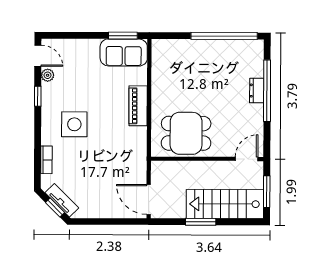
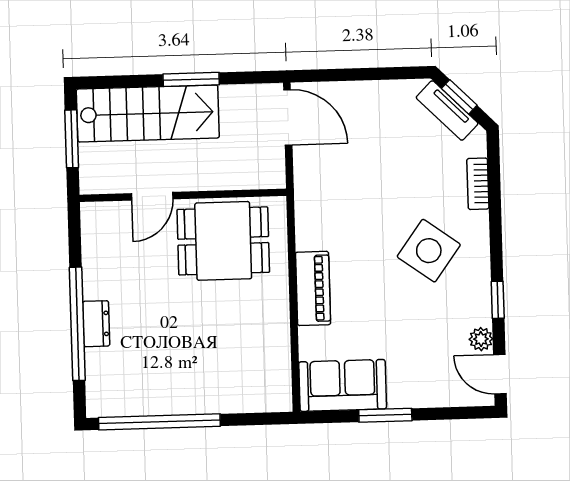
window: (123, 36) -> (385, 415), moved
side table: (74, 124) -> (429, 251), turned 36
door: (247, 159) -> (152, 196), moved

